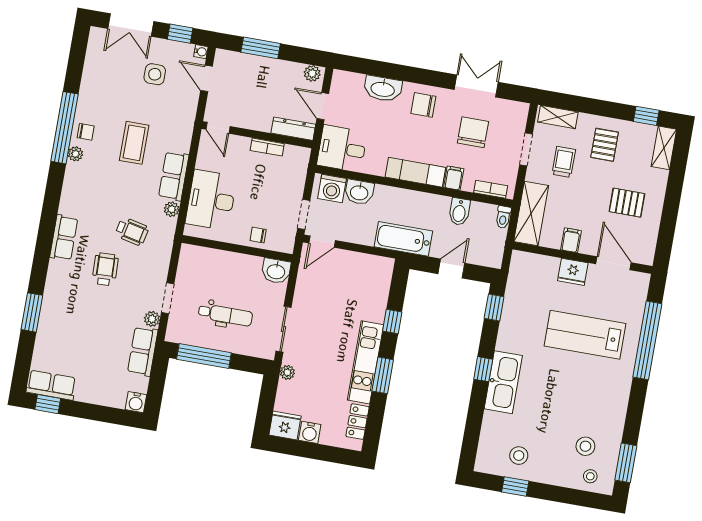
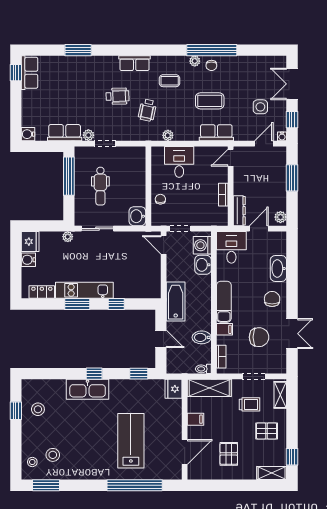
row of seats: (174, 176) -> (216, 133), moved
coffee table: (97, 194) -> (170, 81), added
desk: (211, 200) -> (179, 162), width x0.73
fridge: (573, 272) -> (174, 389), moved

